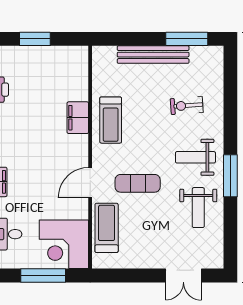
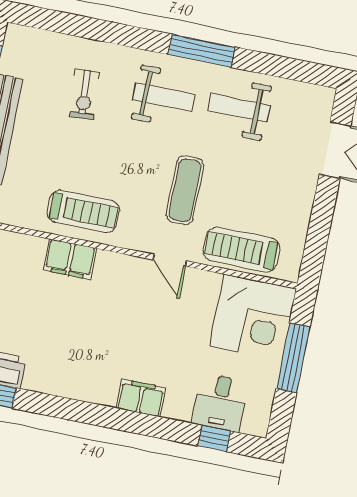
weight bench: (195, 157) -> (164, 97), turned -90
door: (90, 183) -> (170, 260), width x0.73
weight bench: (198, 208) -> (239, 108), turned 180

